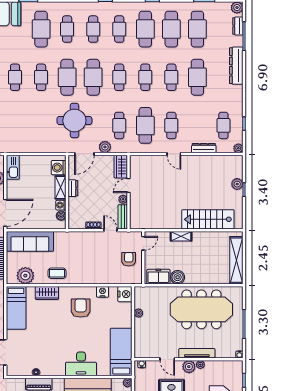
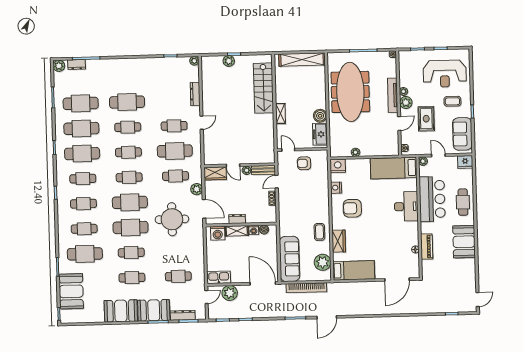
dresser: (236, 66) -> (115, 65), removed
cafe table: (223, 125) -> (178, 276), moved

